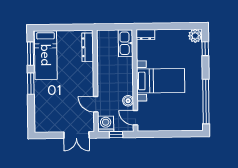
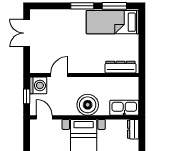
boiler: (128, 101) -> (88, 105), moved, width x1.86, depth x1.86
door: (135, 118) -> (44, 117), hinge flipped
double door: (76, 135) -> (27, 33), moved

